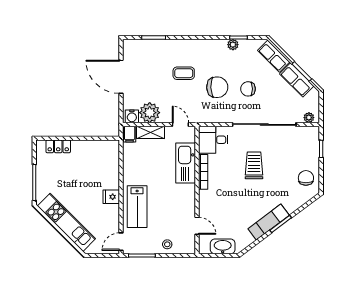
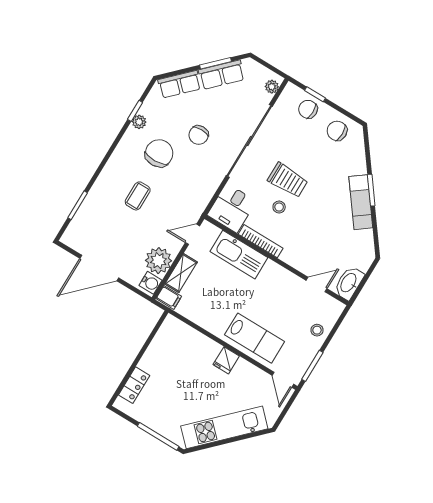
chair: (217, 87) -> (159, 153), moved
chair: (308, 150) -> (308, 109), added
trolley: (254, 165) -> (288, 180), turned 180
stool: (233, 170) -> (279, 207), added
washbasin: (223, 246) -> (349, 283), moved

